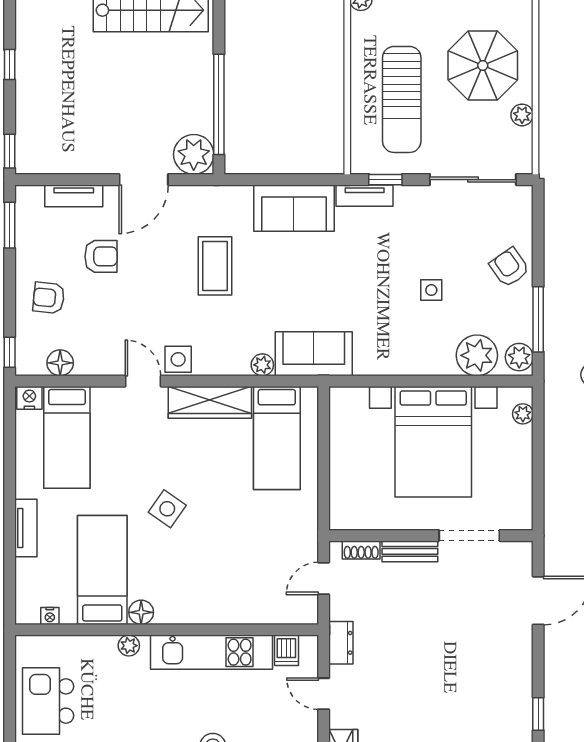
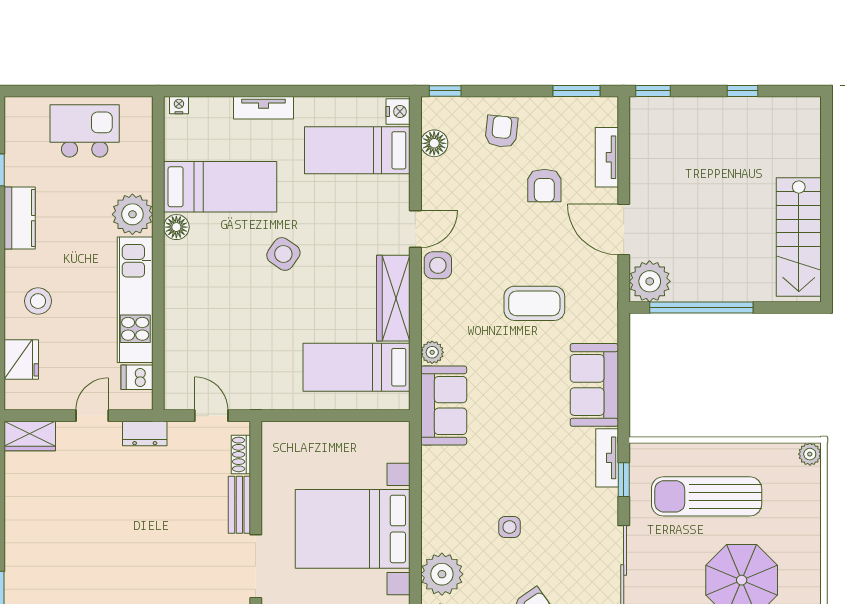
nightstand: (50, 616) -> (179, 105), moved, turned 90
plant: (129, 646) -> (132, 214), width x1.88, depth x1.88

